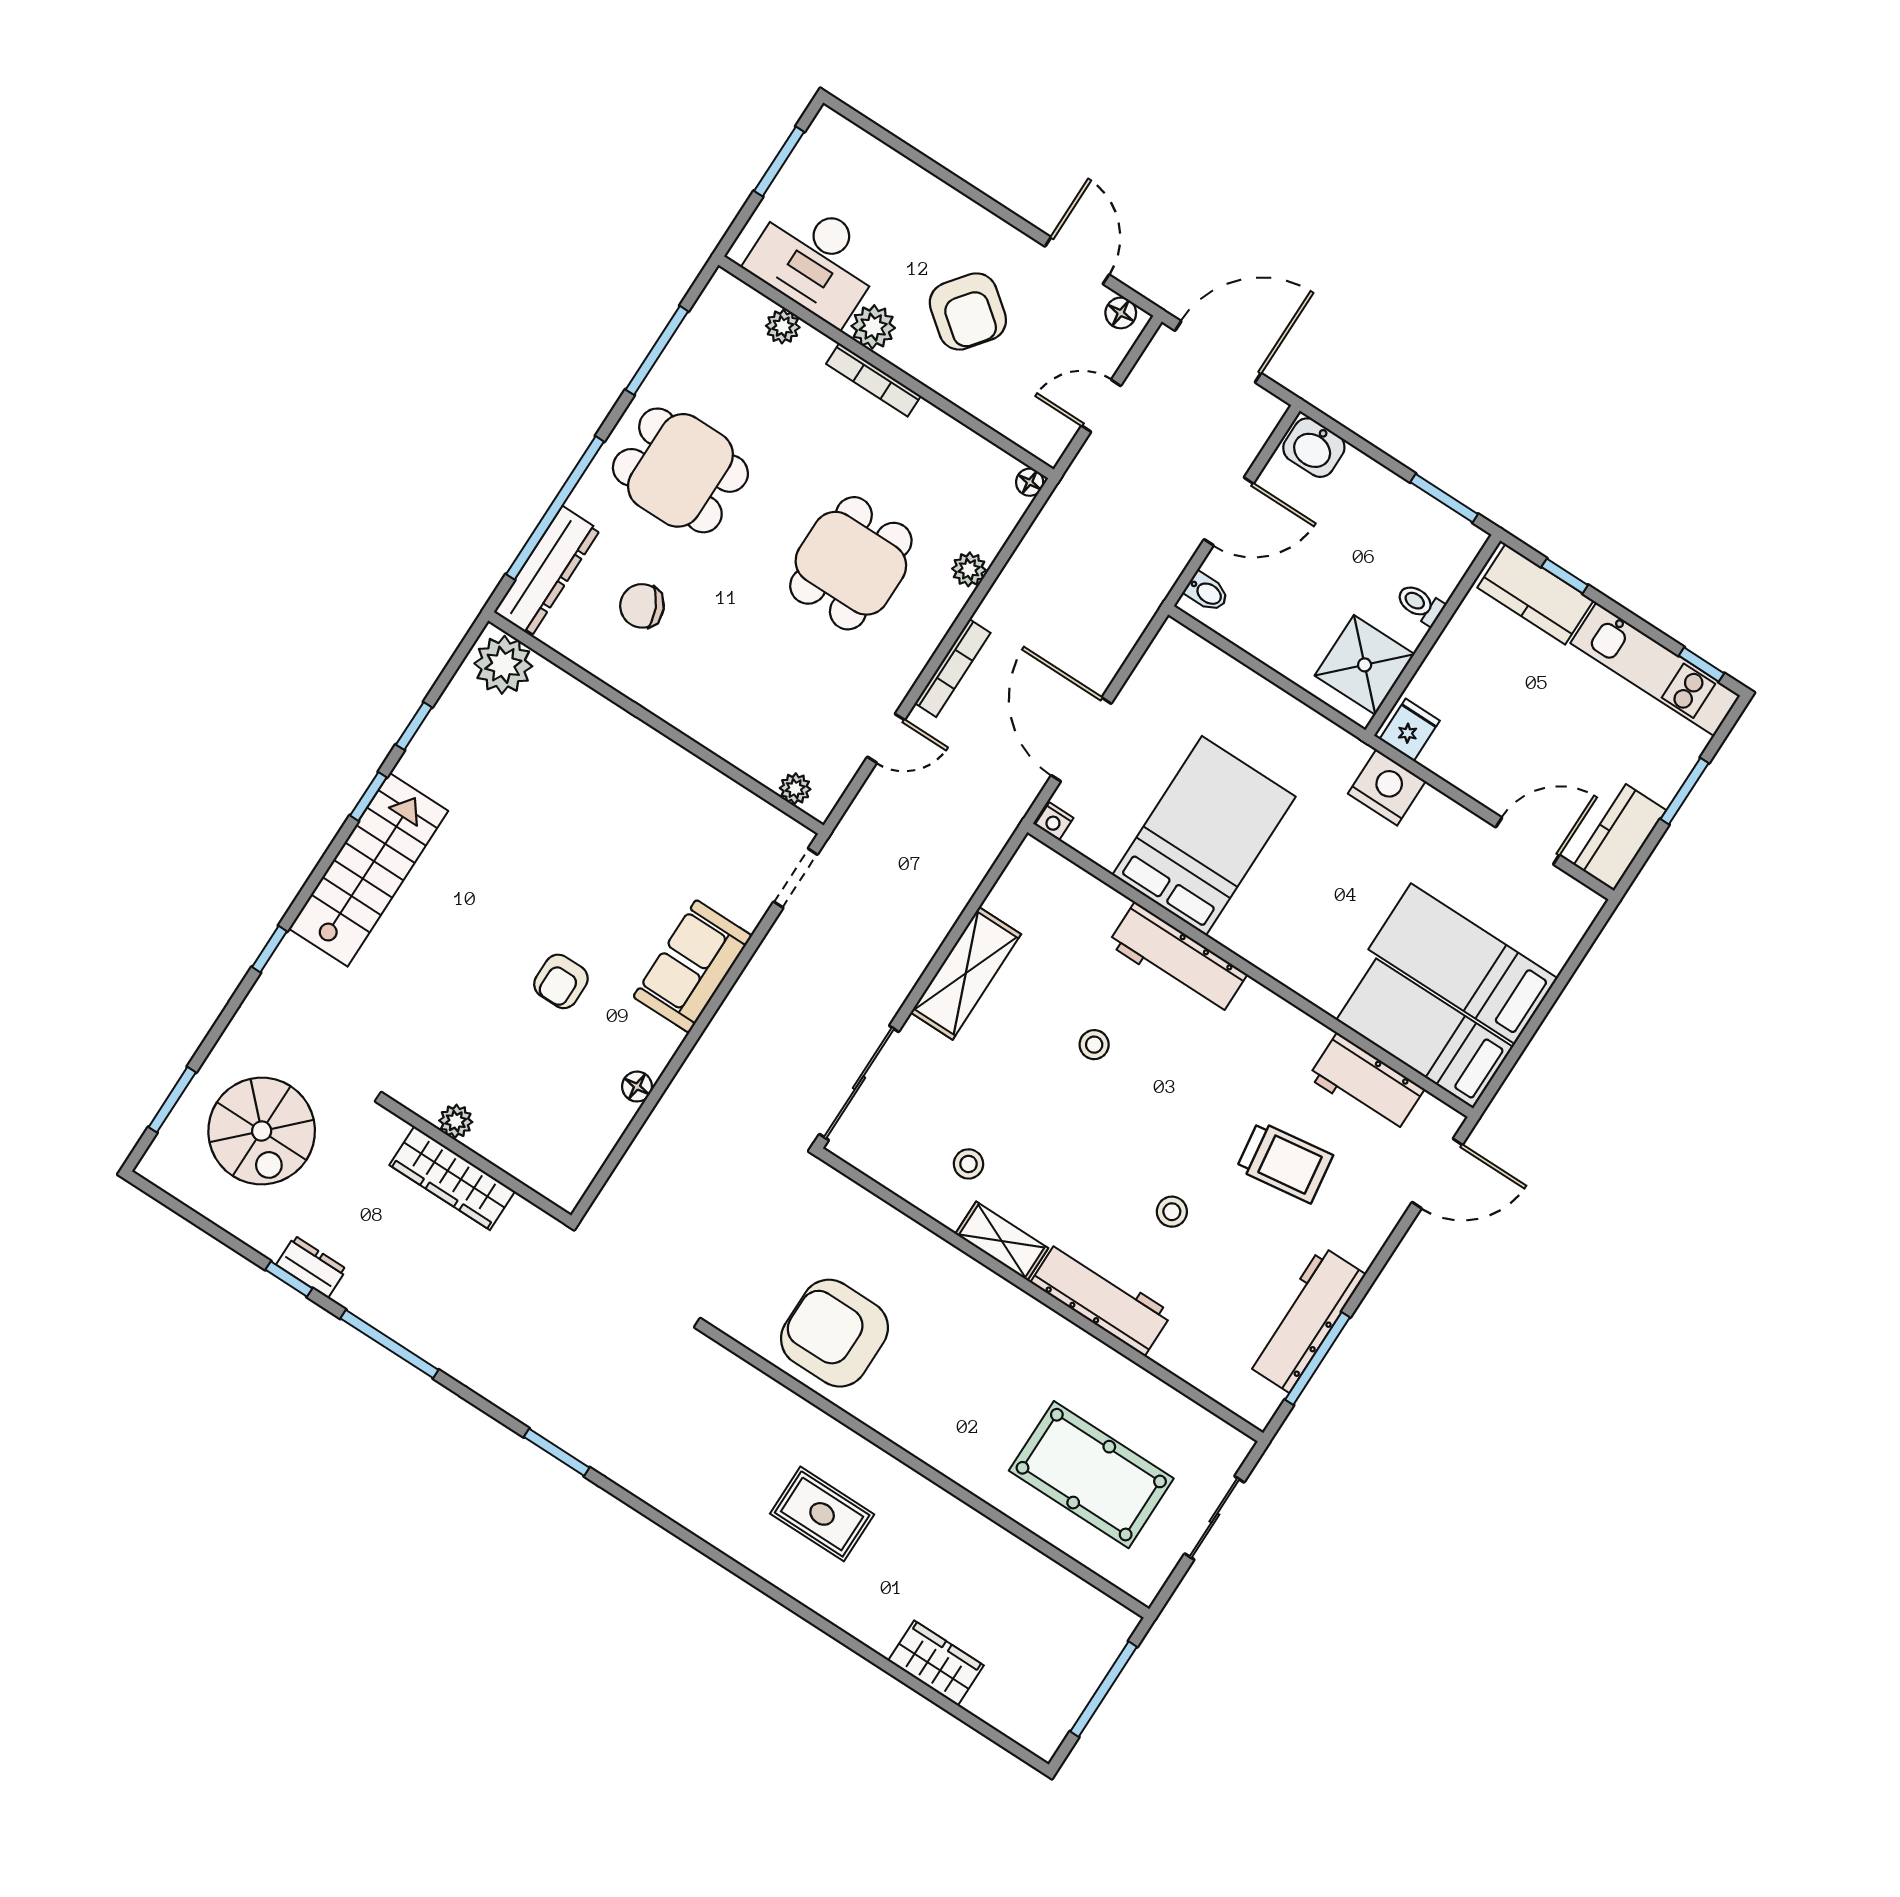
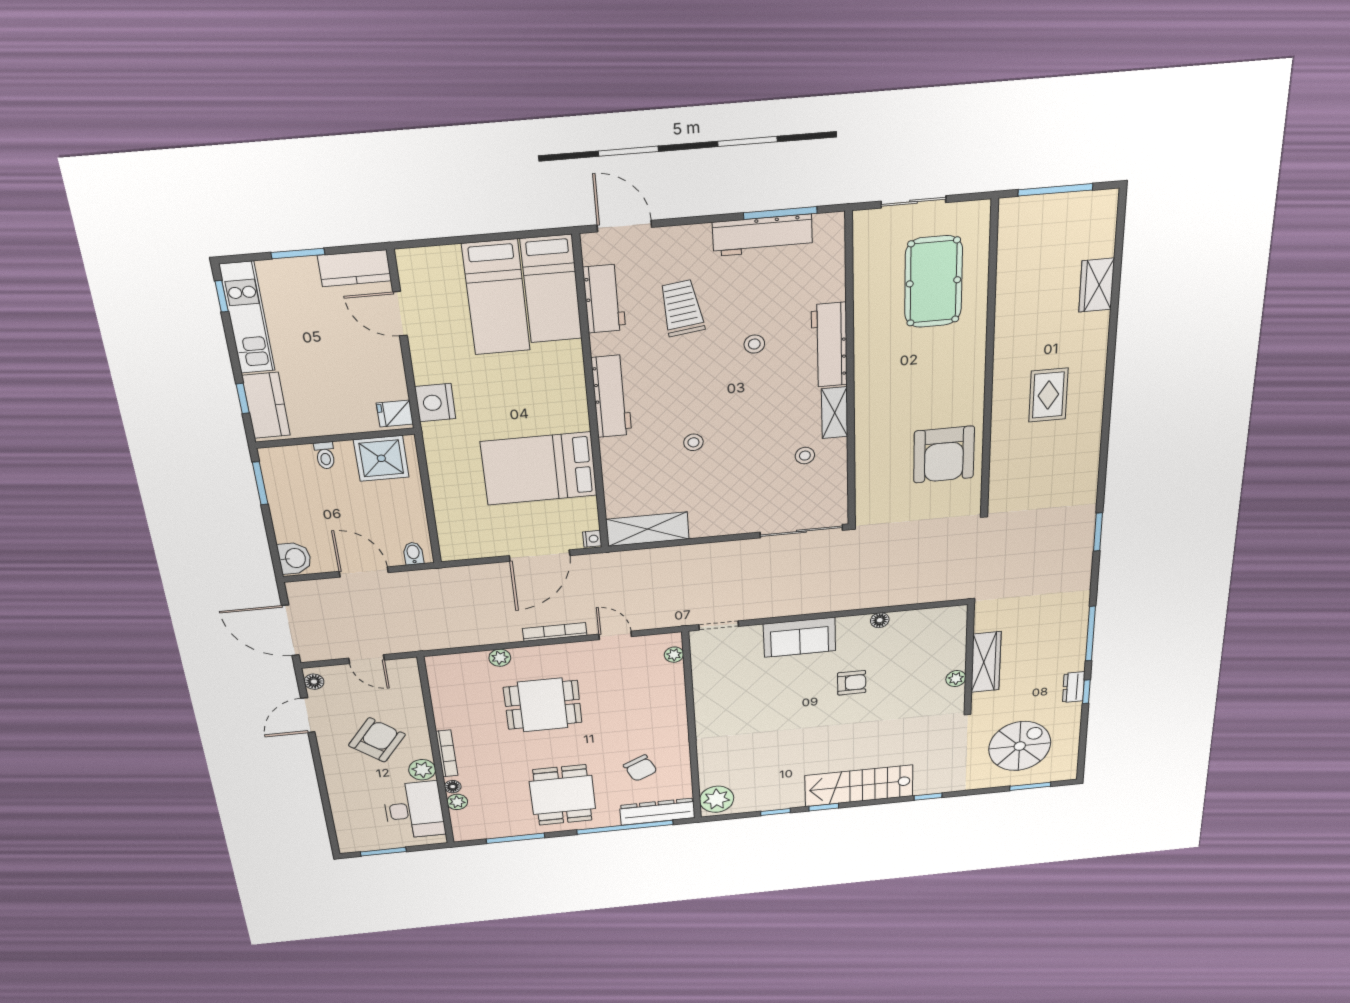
floor lamp: (1030, 482) -> (453, 787), moved
workbench: (1178, 959) -> (611, 396), moved
shelving: (966, 973) -> (647, 529), moved

